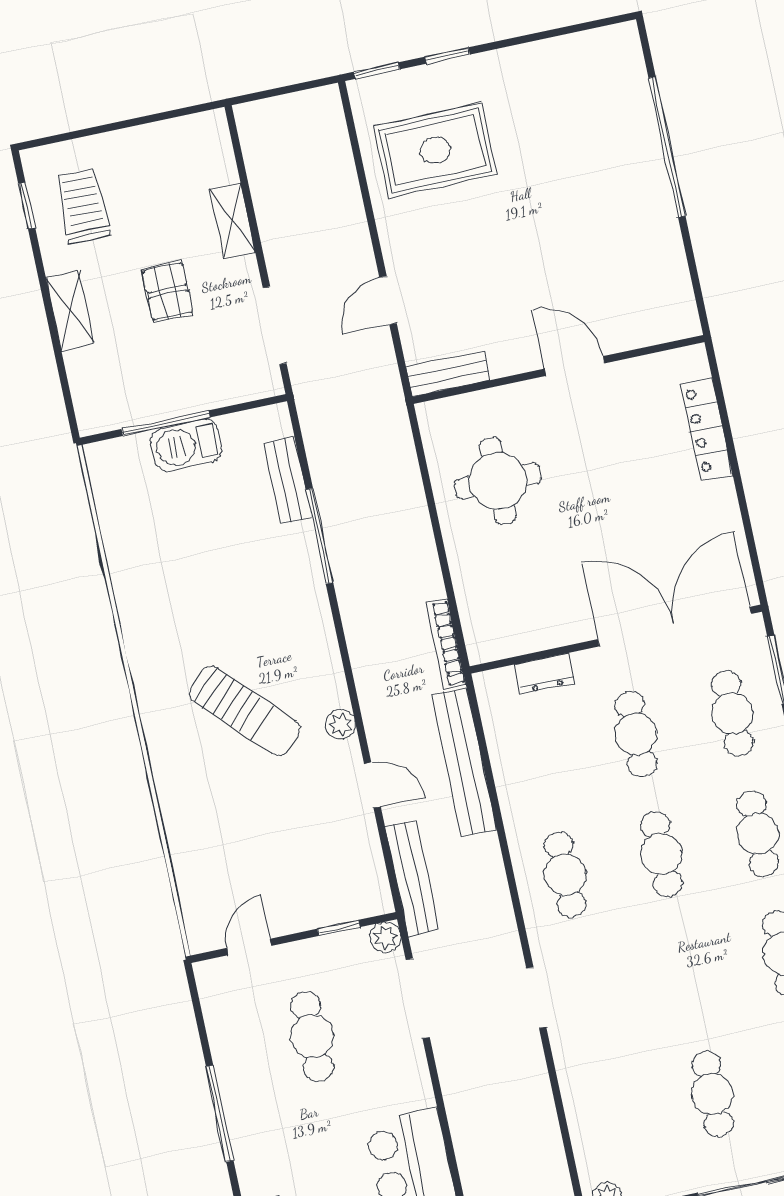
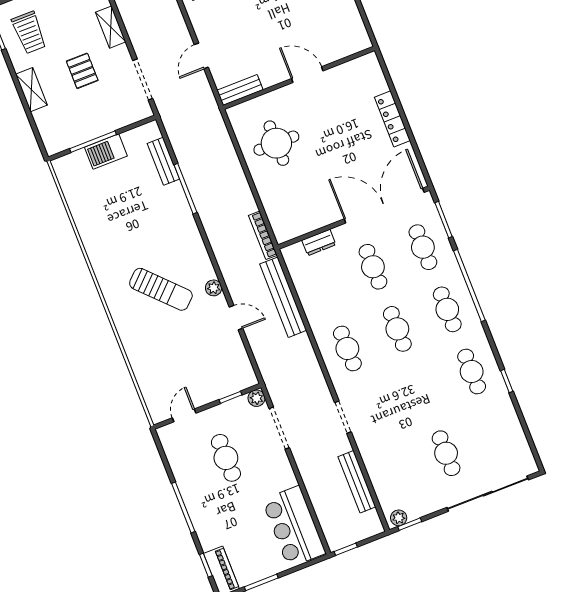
trolley: (83, 206) -> (29, 32), turned 180
locker: (706, 429) -> (392, 119), moved
bench: (412, 878) -> (357, 482), moved

